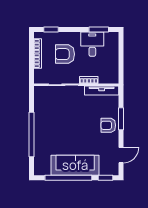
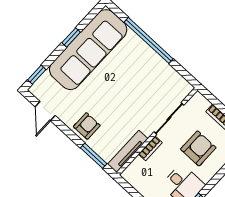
window: (121, 119) -> (94, 156), moved
sofa: (75, 165) -> (88, 50), width x1.36, depth x1.27
window: (68, 178) -> (71, 37), width x0.32

